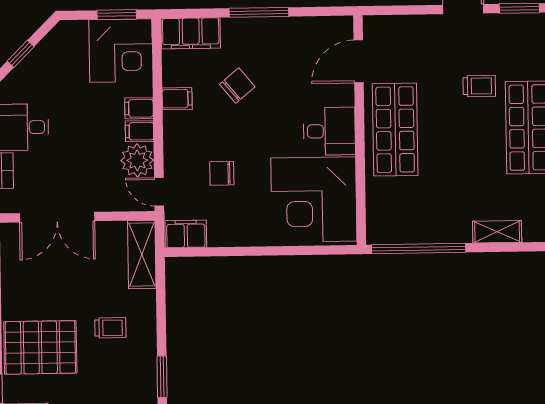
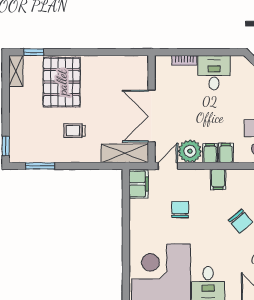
filing cabinet: (177, 99) -> (218, 179), moved
double door: (57, 217) -> (152, 116), moved
trolley: (110, 328) -> (74, 131), turned 90

